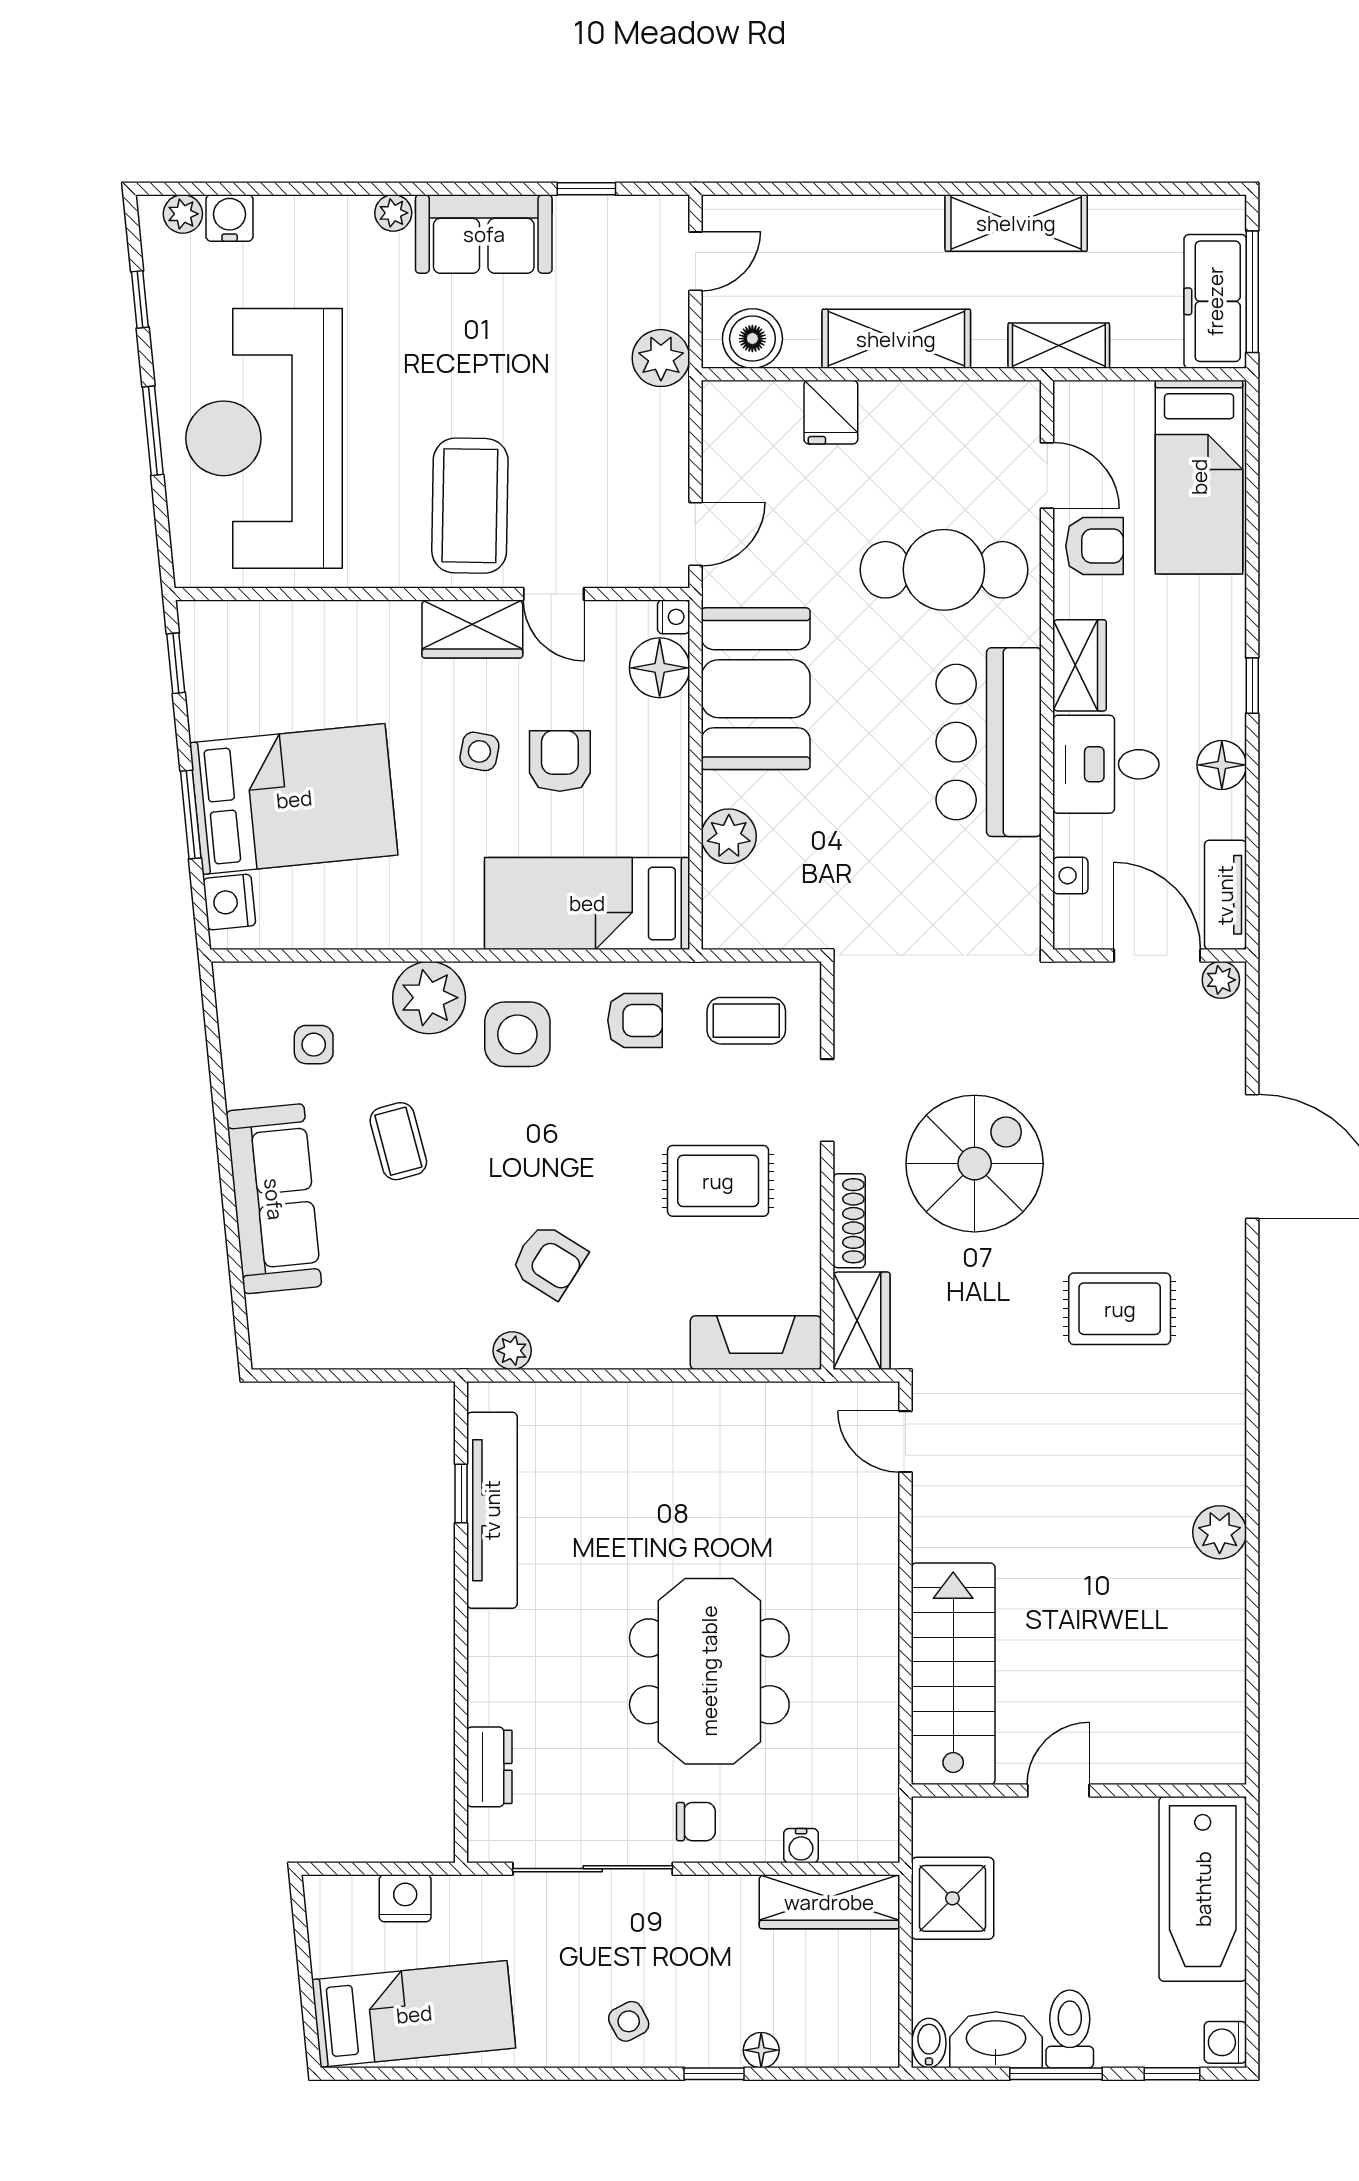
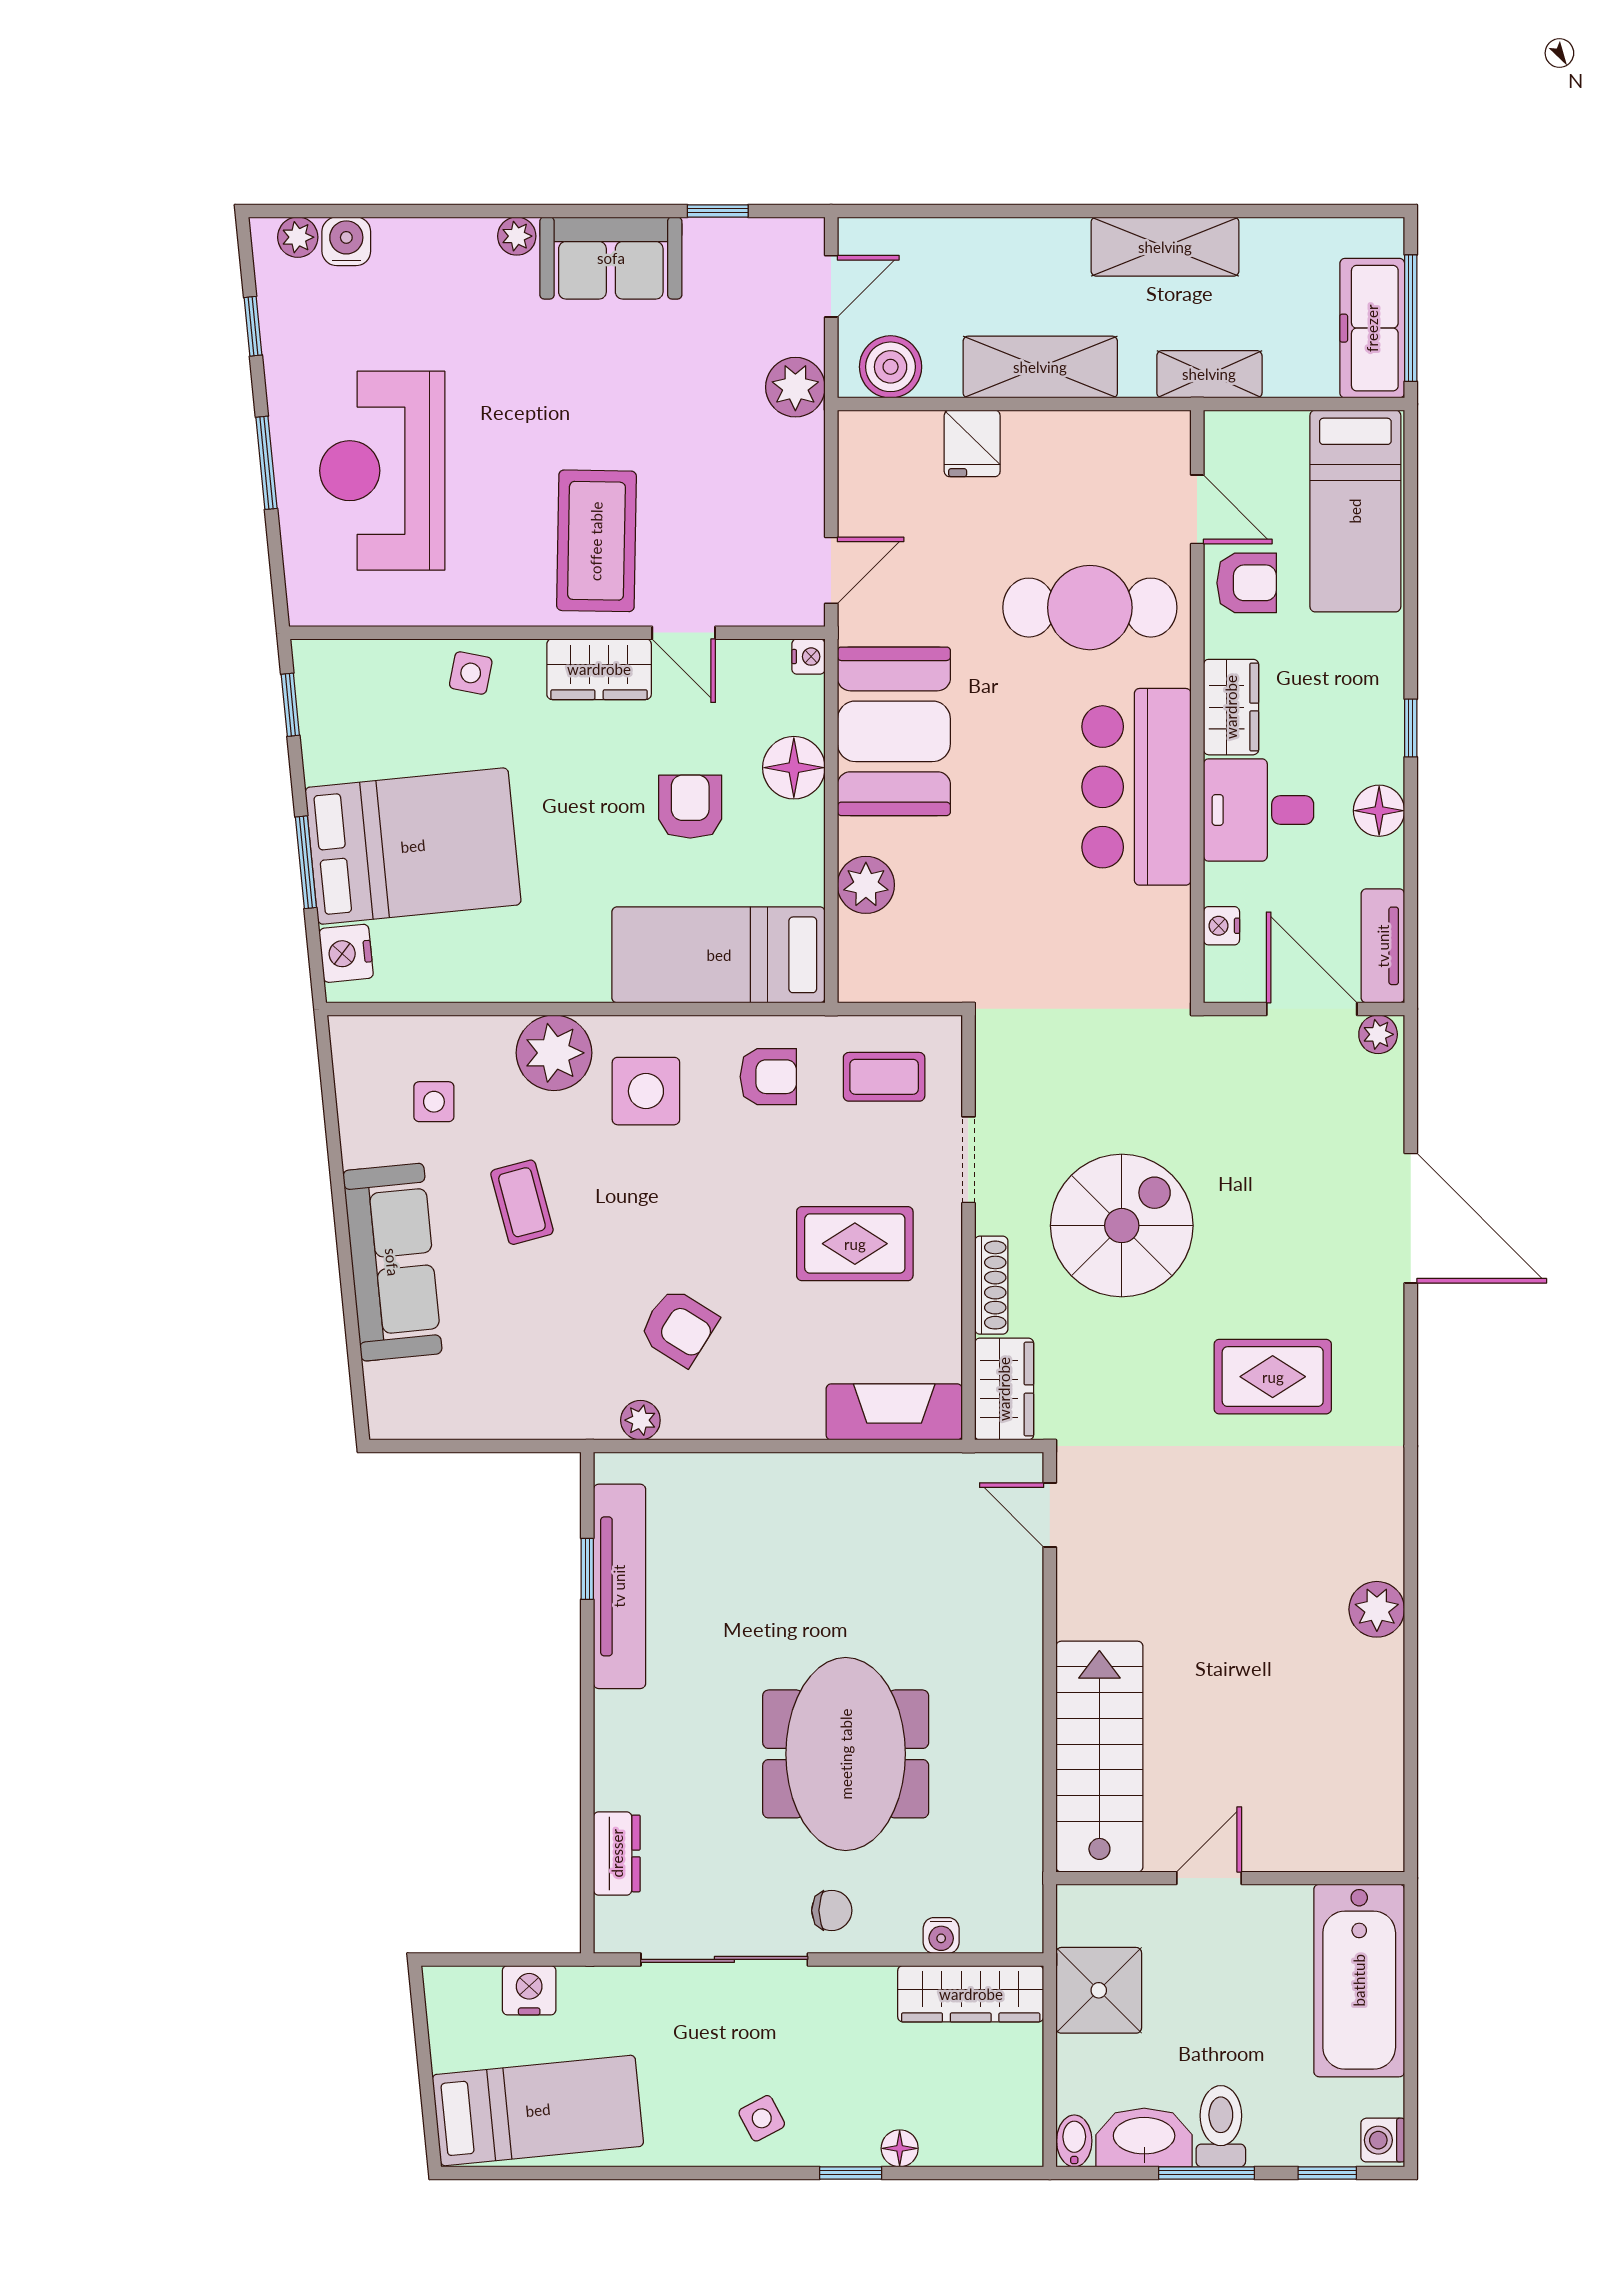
reception desk: (264, 438) -> (382, 471), width x0.74, depth x0.77
floor lamp: (660, 668) -> (794, 768), moved
side table: (479, 751) -> (471, 673), moved

